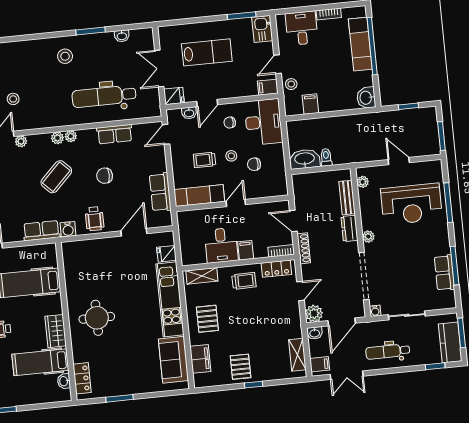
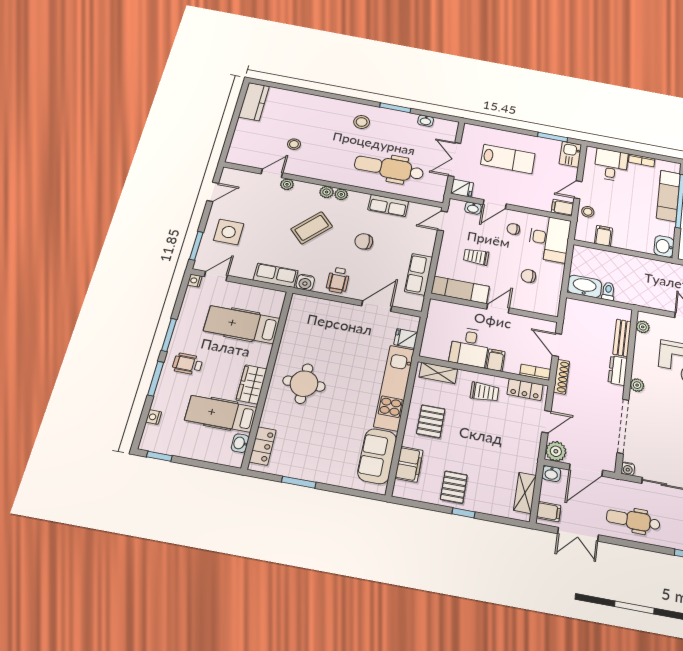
stool: (231, 156) -> (506, 261), removed

